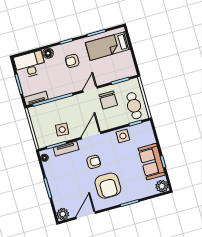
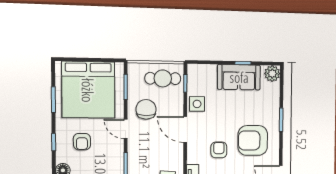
bed: (108, 46) -> (88, 90), width x2.04
chair: (108, 100) -> (146, 109), turned -90
door: (91, 136) -> (185, 129), moved
armchair: (108, 186) -> (253, 140), turned 180

